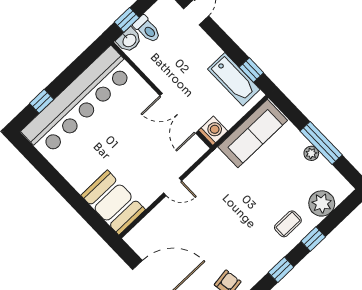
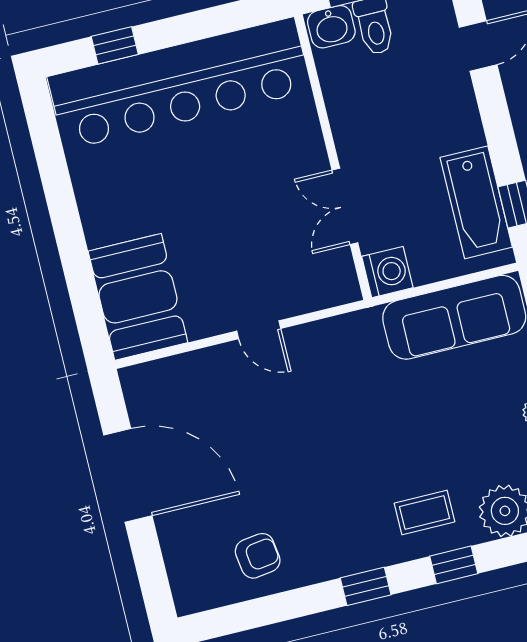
double door: (179, 113) -> (345, 206), width x0.73

